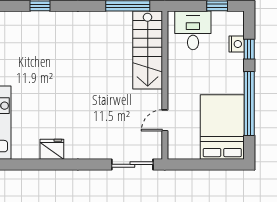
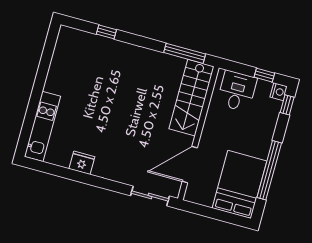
nightstand: (237, 44) -> (279, 92), moved
window: (249, 49) -> (287, 105), moved
door: (165, 120) -> (190, 165), width x1.88

